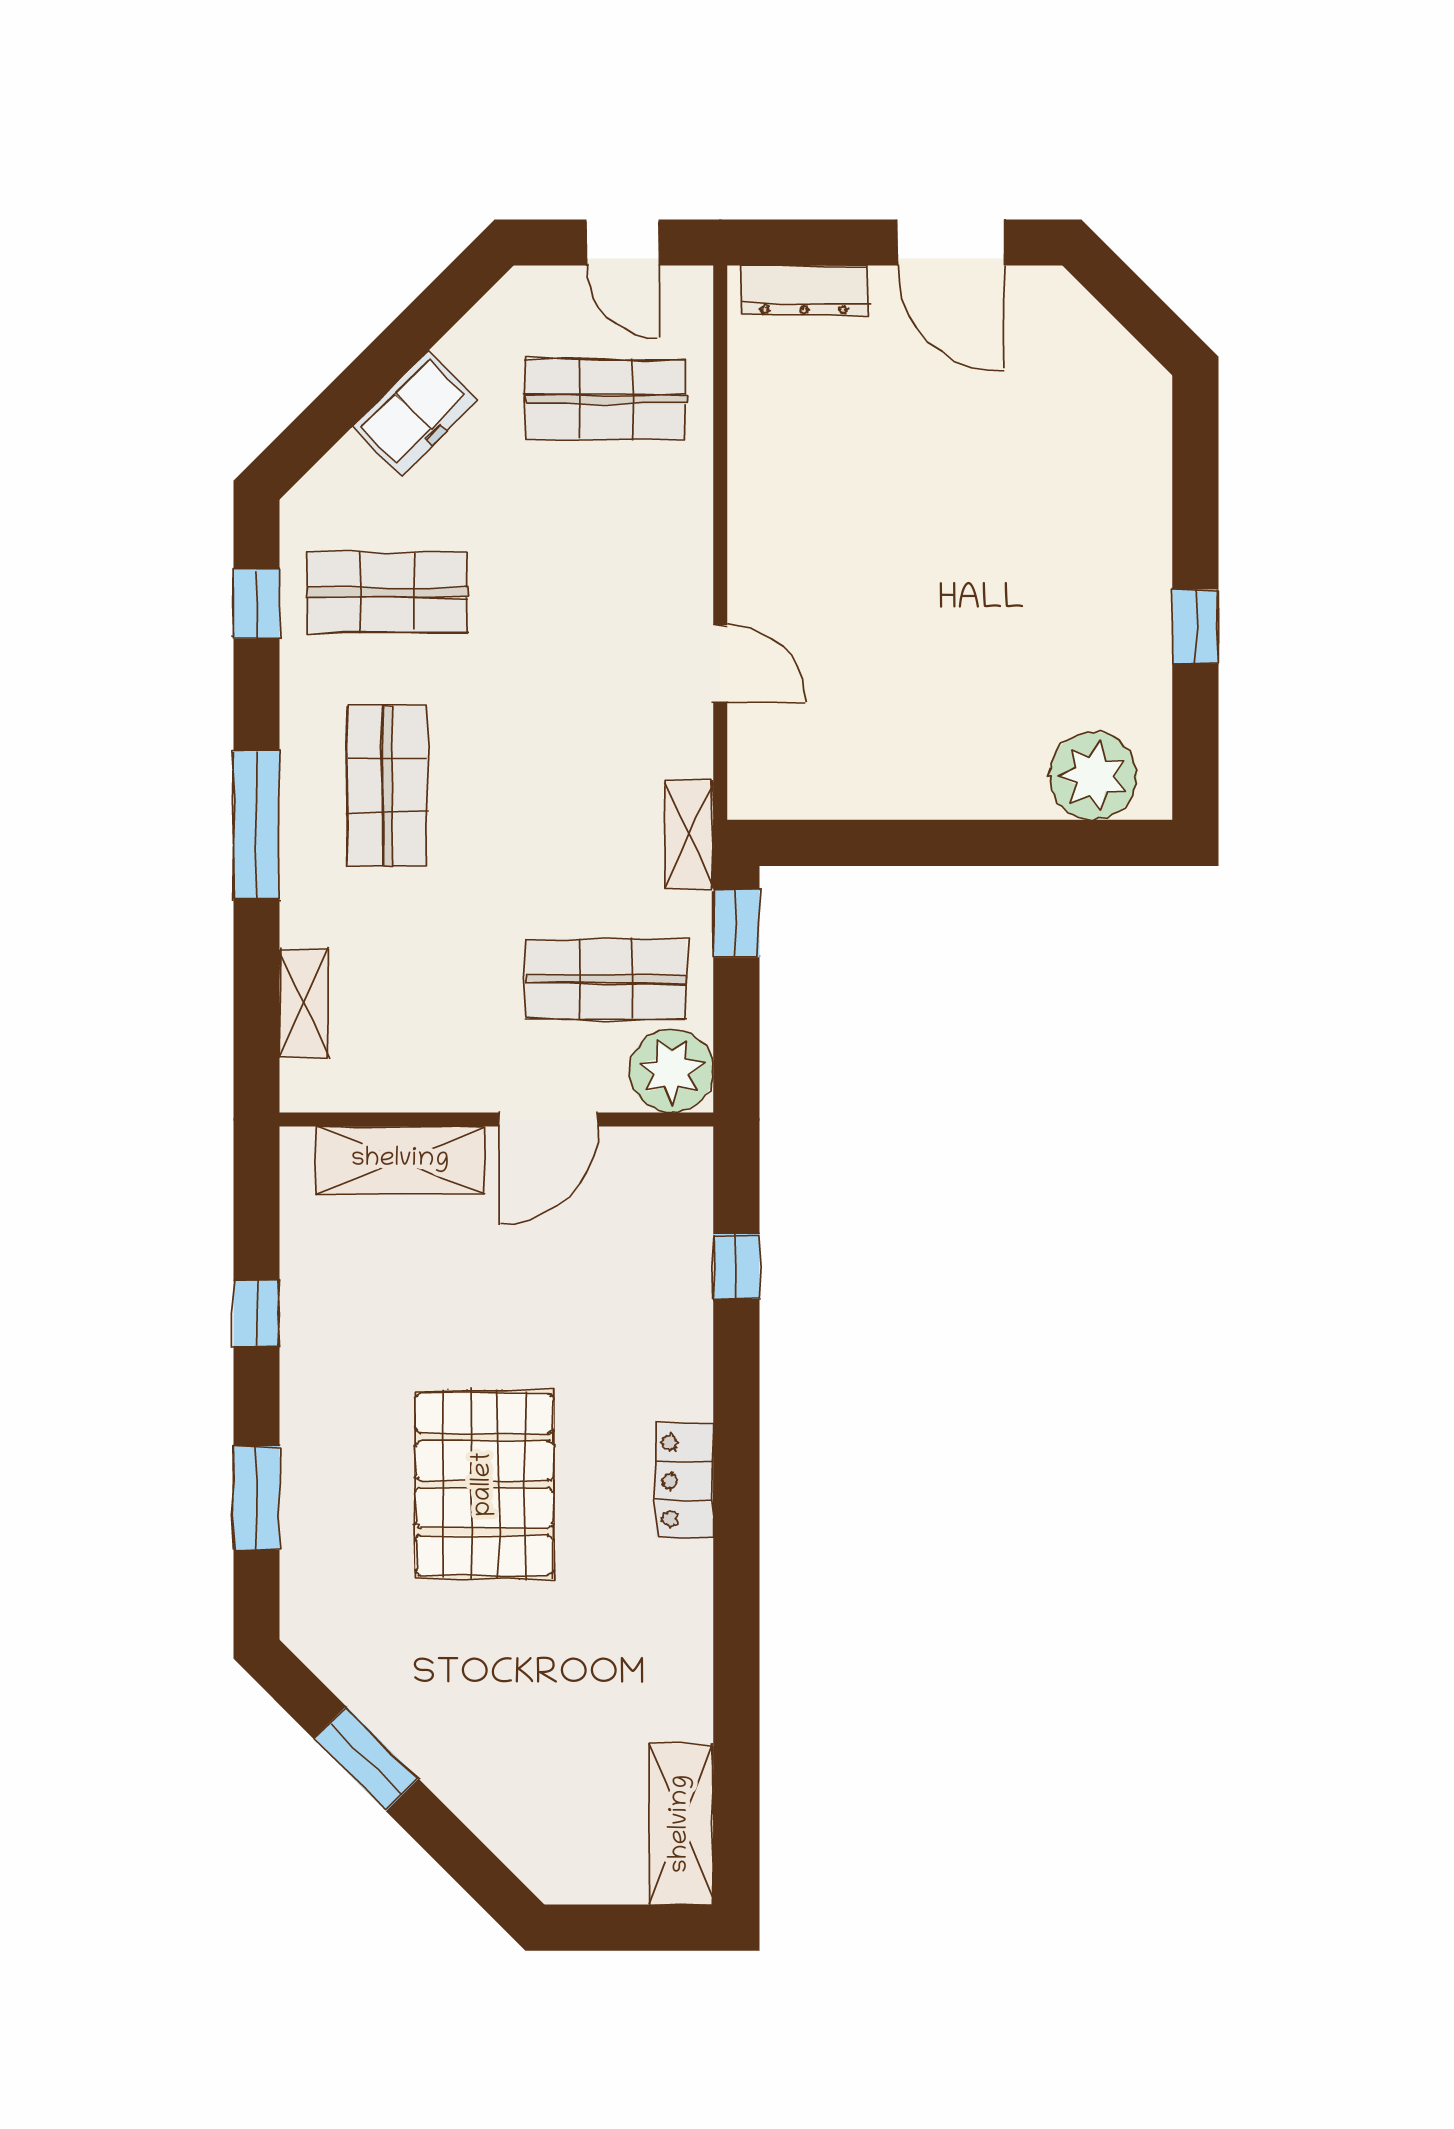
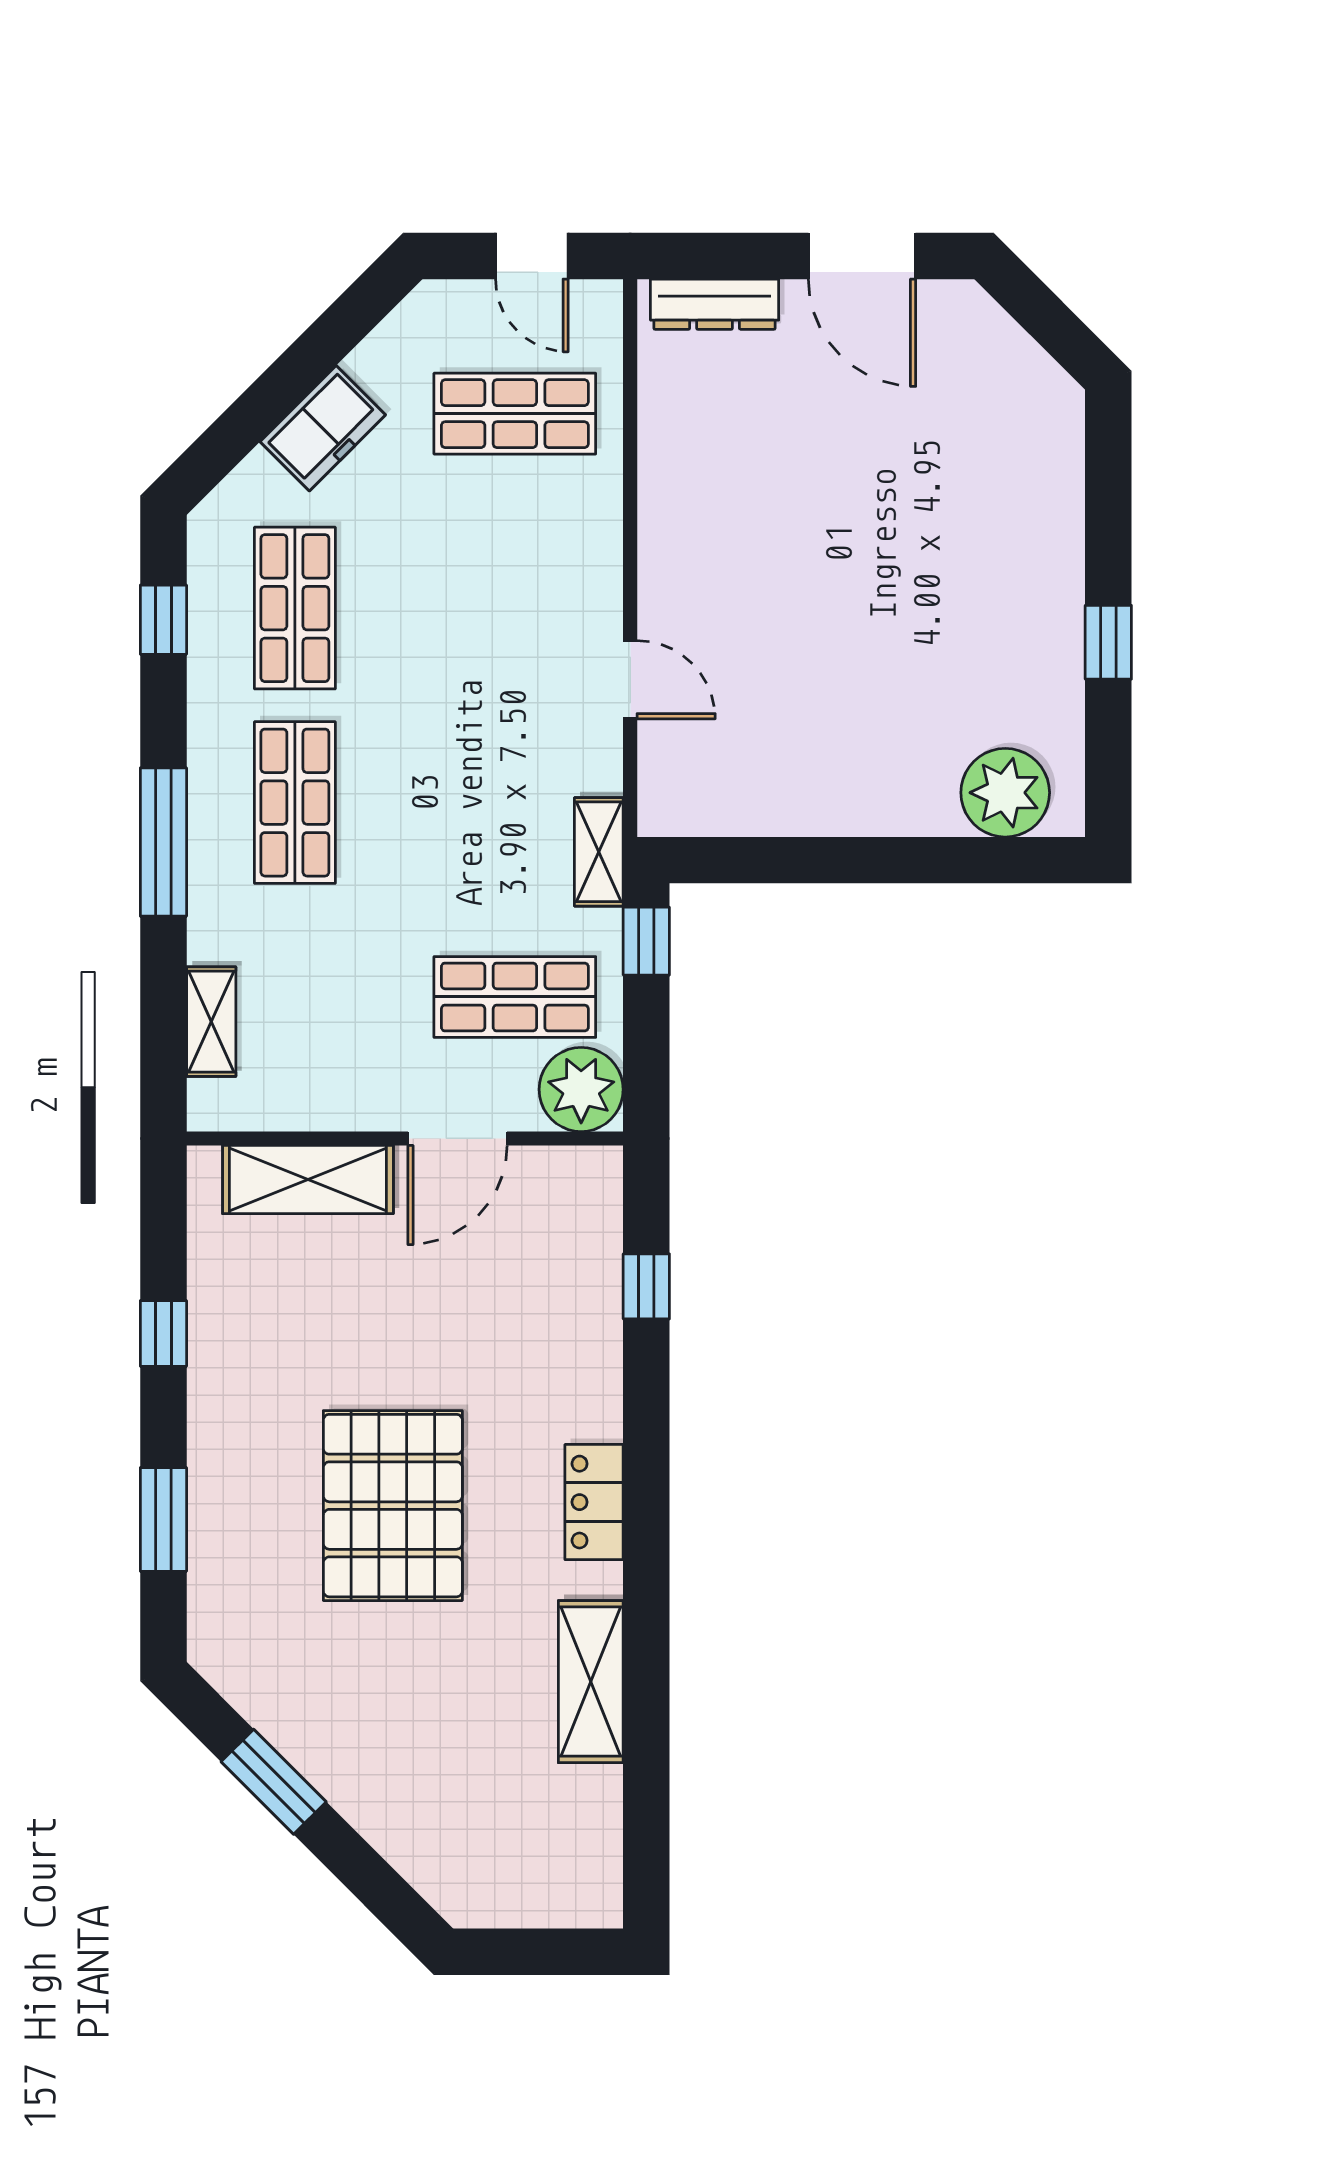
shop shelf: (387, 592) -> (295, 608), turned 90
shelving: (681, 1824) -> (591, 1682), moved

